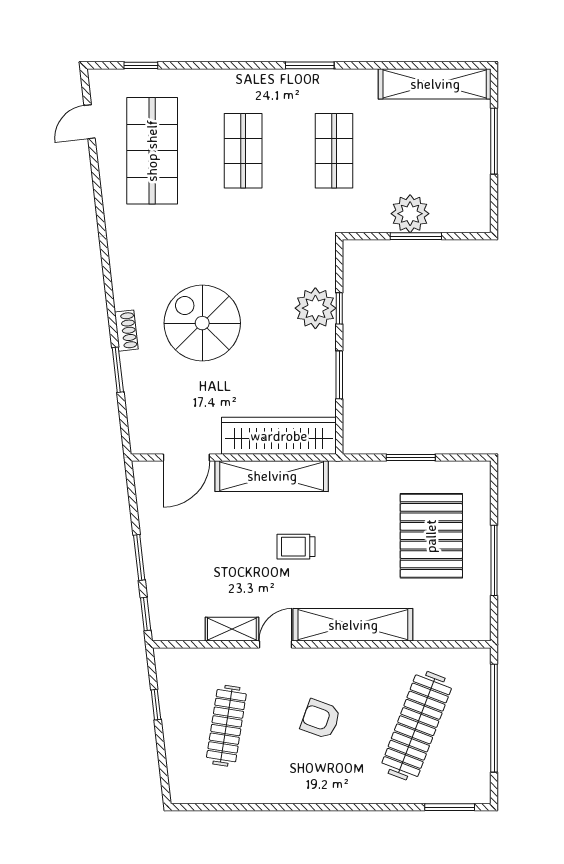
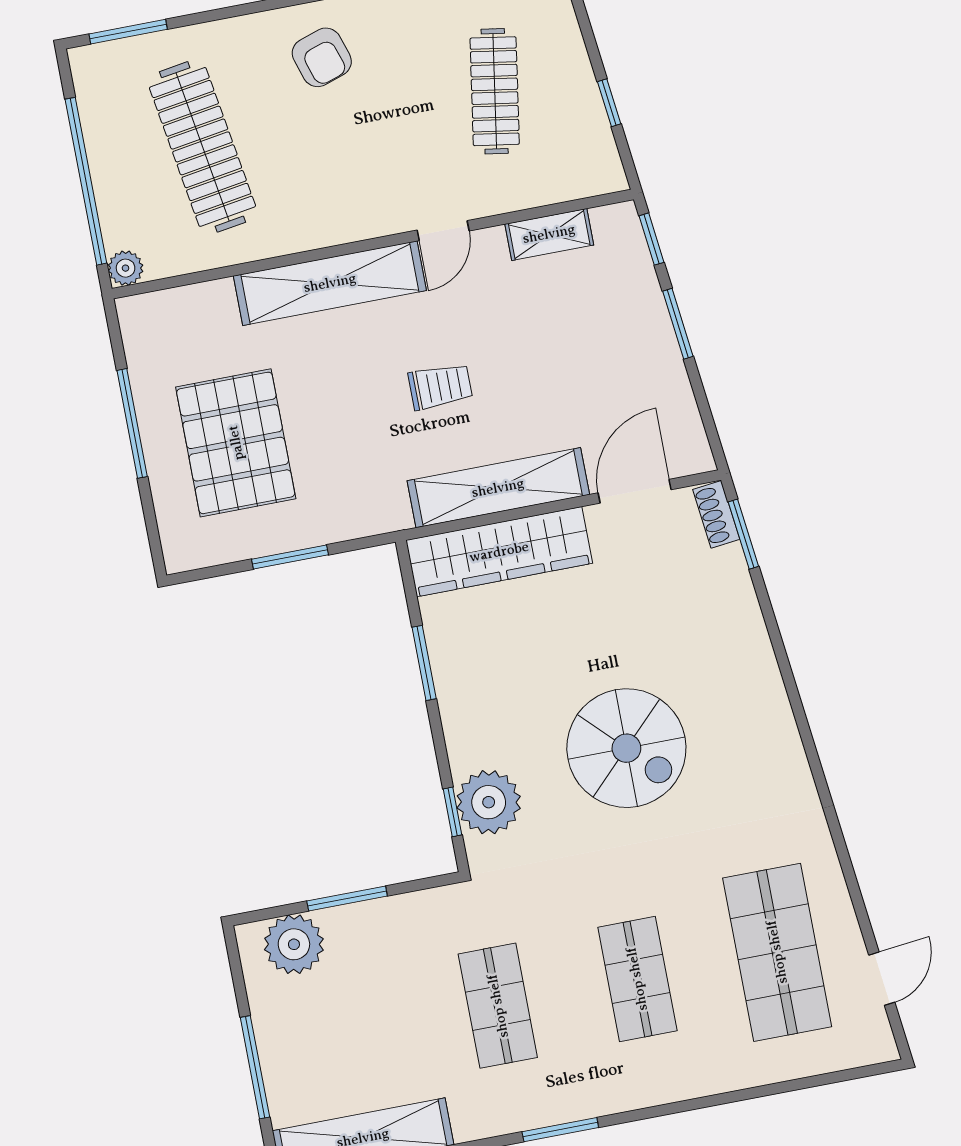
window: (141, 65) -> (819, 1080), removed
plant: (410, 214) -> (294, 944), moved
plant: (315, 308) -> (489, 802), moved
window: (339, 308) -> (453, 812), moved
spiral stairs: (202, 323) -> (626, 748), moved
shoe rack: (126, 331) -> (716, 514), moved
window: (118, 370) -> (743, 534), moved
shelving: (232, 629) -> (549, 234), moved
plant: (480, 659) -> (126, 268), added
armchair: (321, 719) -> (322, 57), moved, turned 52
clothes rail: (417, 726) -> (203, 147), turned -30

